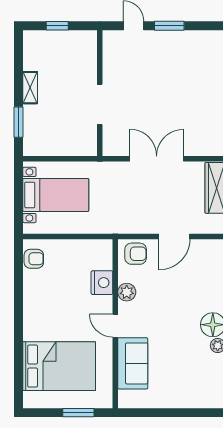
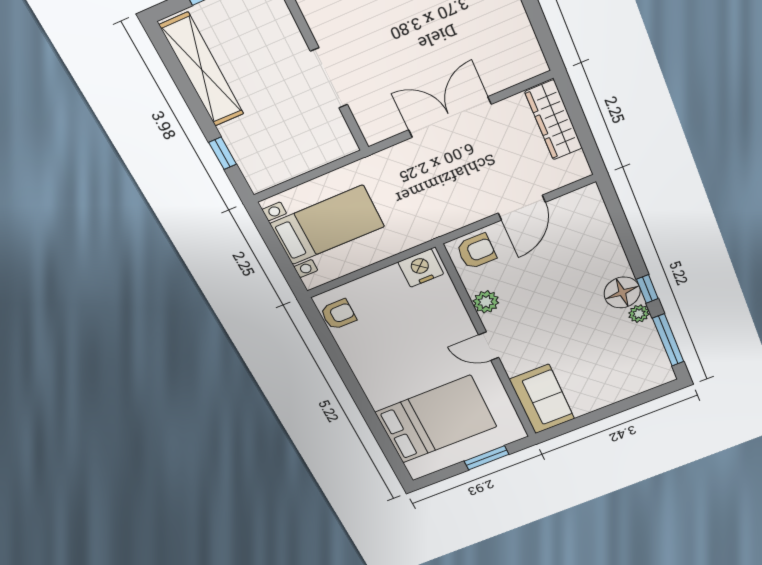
shelving: (30, 88) -> (202, 70), width x2.20, depth x1.33
window: (19, 122) -> (223, 153), width x0.67
nightstand: (102, 283) -> (421, 268), moved, turned -90
sofa: (133, 363) -> (542, 399), moved

